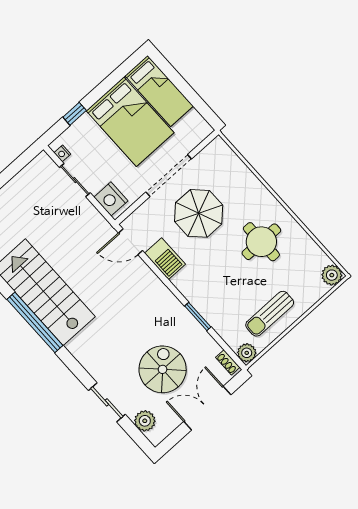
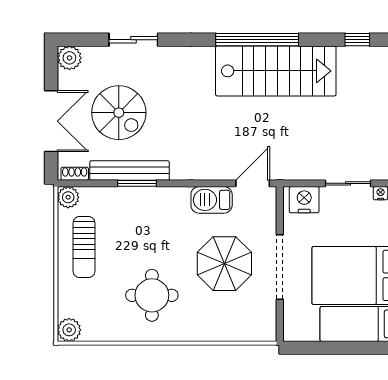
sun lounger: (270, 314) -> (84, 247), turned 180
bench: (194, 329) -> (130, 170), added
plant: (145, 421) -> (69, 58), moved

